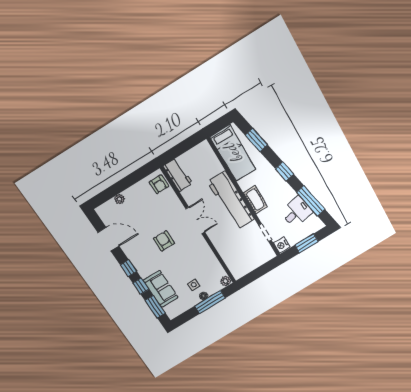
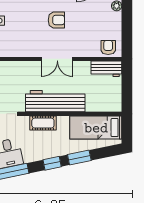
window: (256, 140) -> (79, 158), moved
armchair: (159, 184) -> (108, 47), turned 90

